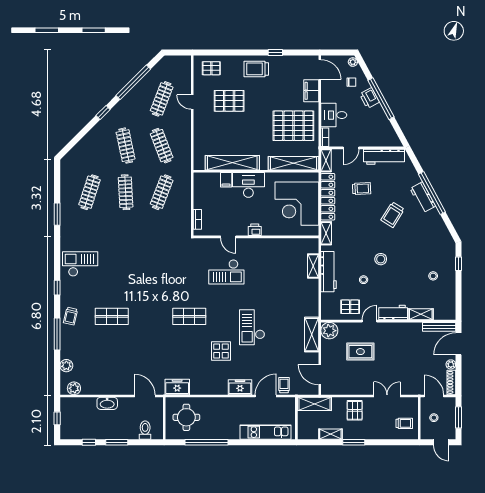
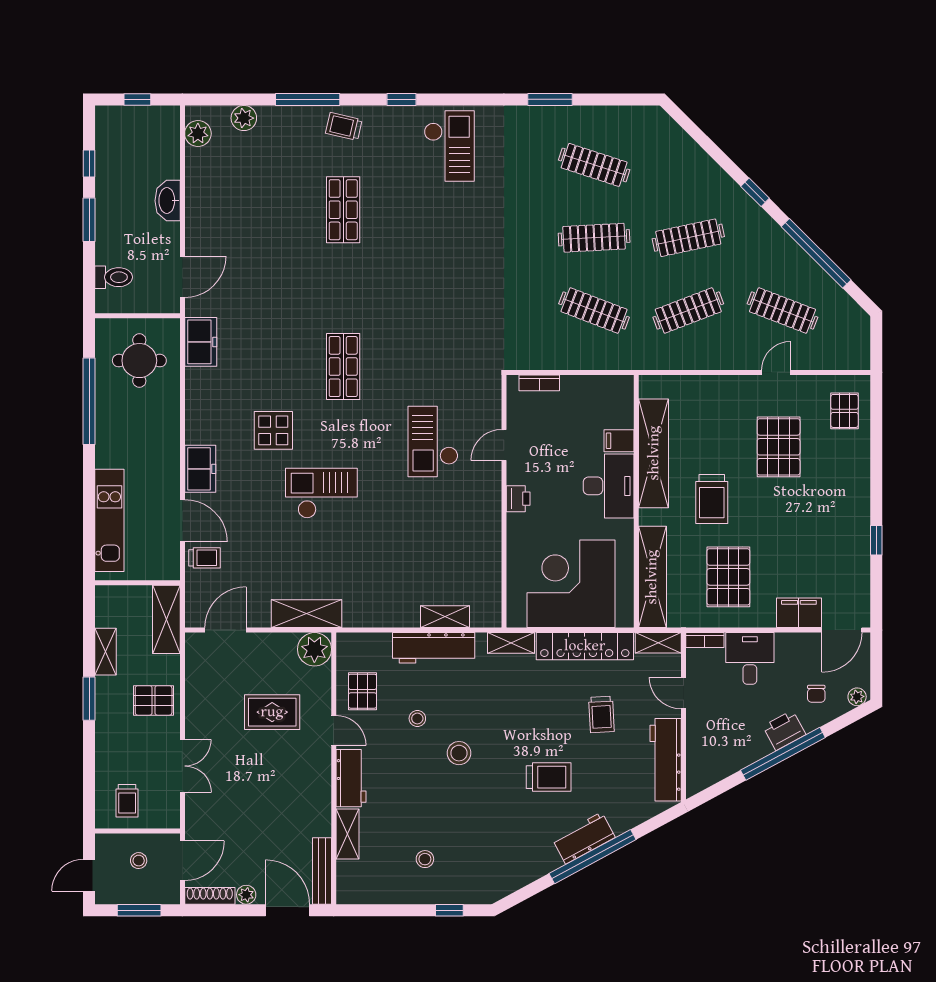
trolley: (256, 69) -> (712, 499), moved, turned 180
pallet: (293, 126) -> (728, 577), width x0.73, depth x0.71
trolley: (393, 215) -> (549, 777), turned 148
rug: (360, 352) -> (272, 712), turned 90

